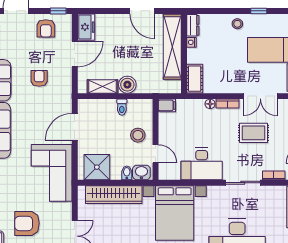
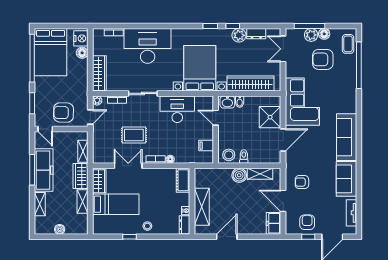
window: (58, 11) -> (308, 237), moved
door: (142, 11) -> (227, 237), hinge flipped
shelving: (172, 47) -> (202, 207), width x0.68
door: (75, 54) -> (283, 201), hinge flipped
armchair: (39, 78) -> (302, 182), moved, turned 90
filing cabinet: (167, 105) -> (206, 146), moved
stool: (138, 135) -> (229, 155), moved
shower: (97, 167) -> (270, 117), moved
armchair: (27, 223) -> (323, 59), turned 180

